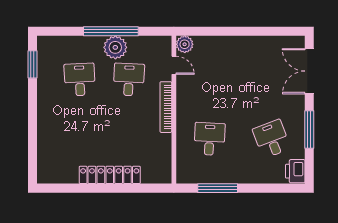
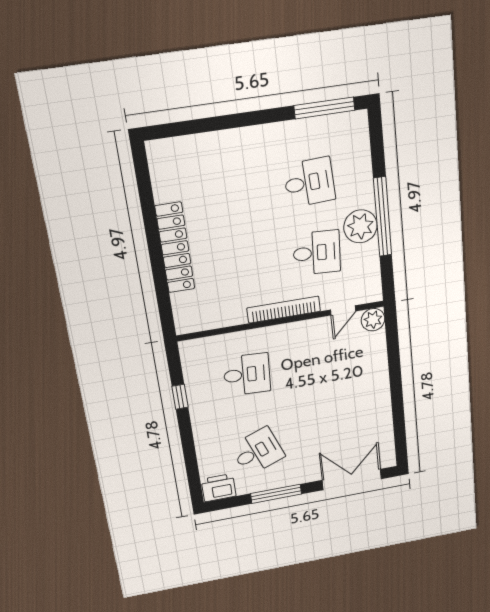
window: (32, 64) -> (324, 108), width x1.44
window: (218, 188) -> (180, 397), width x0.46

